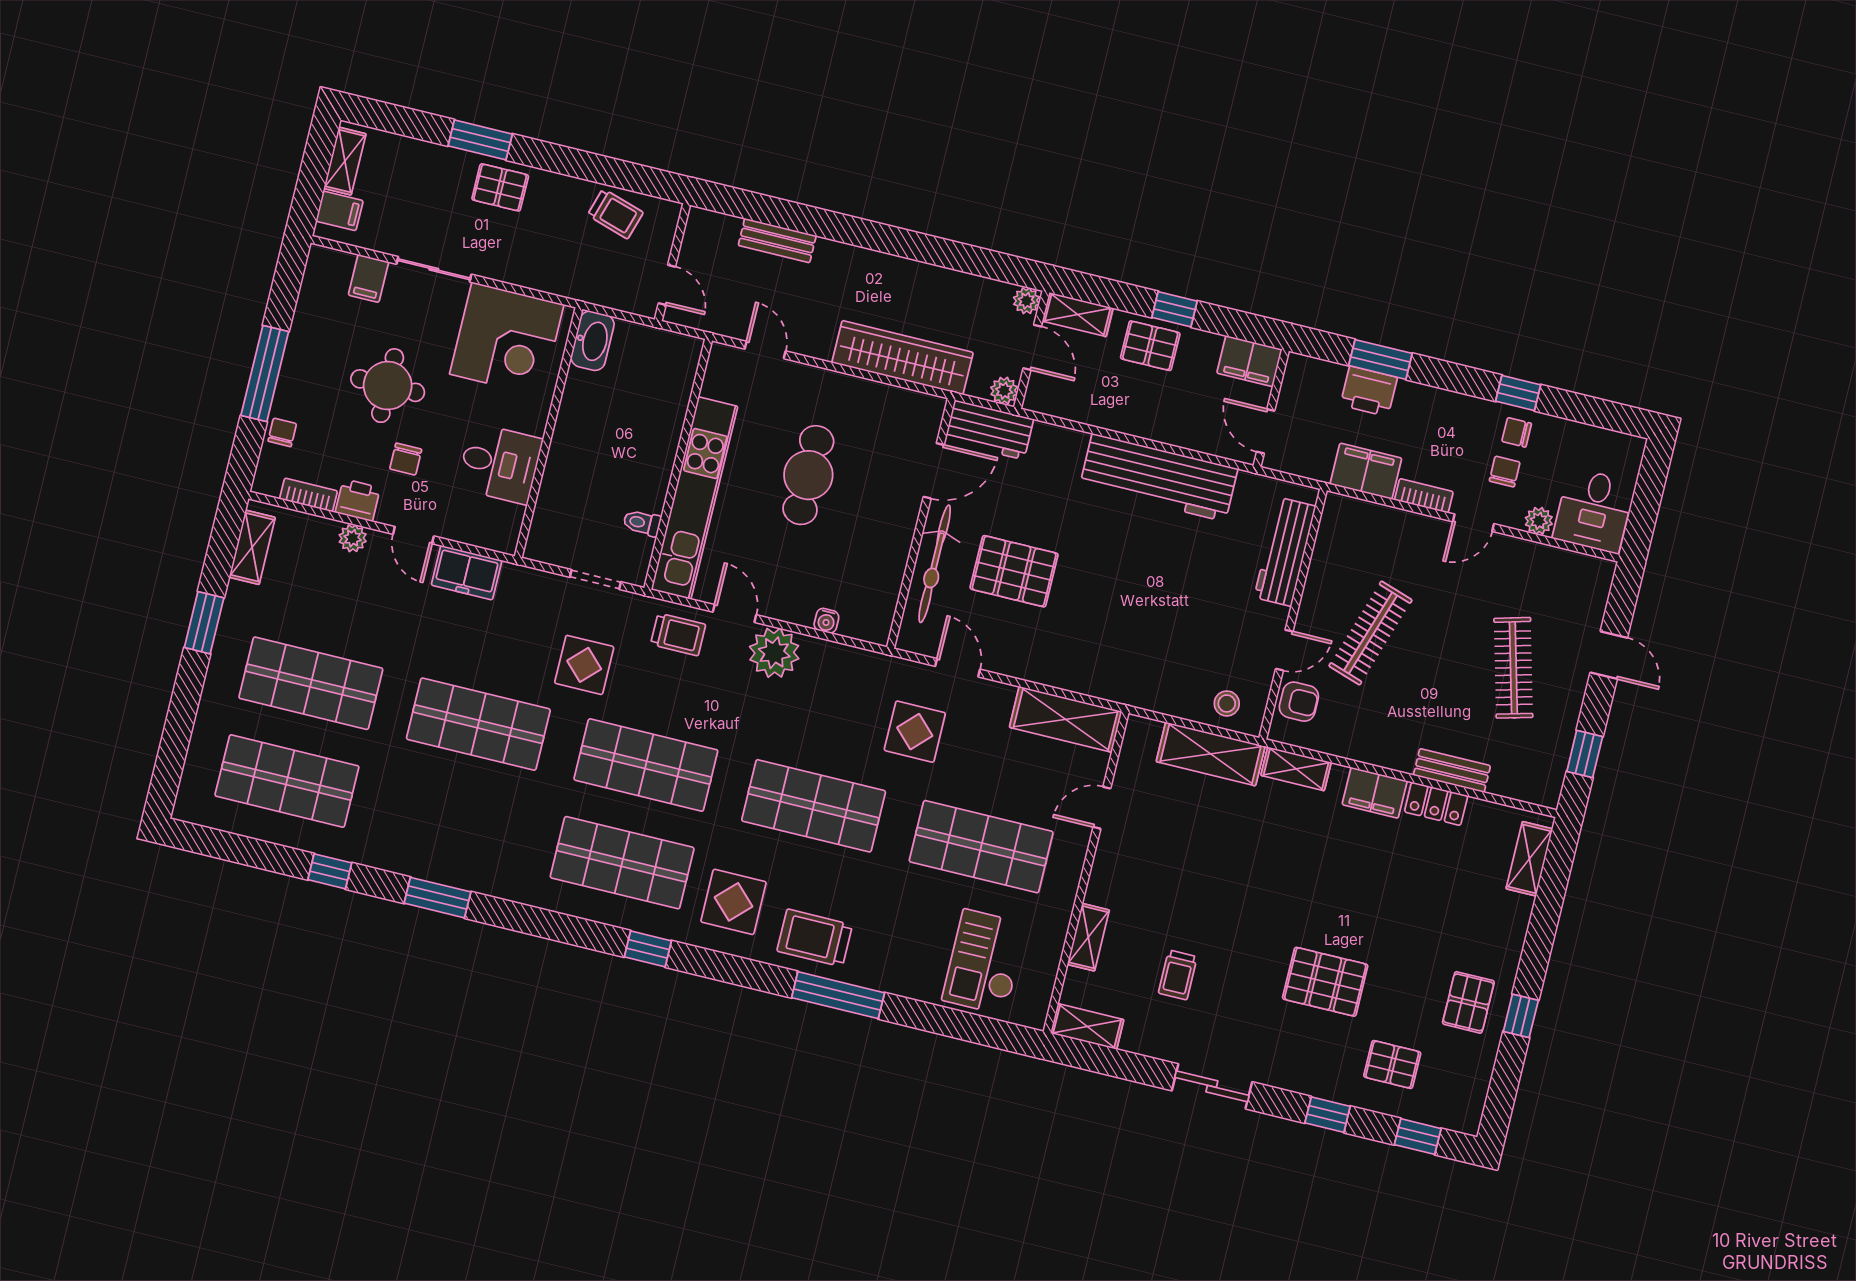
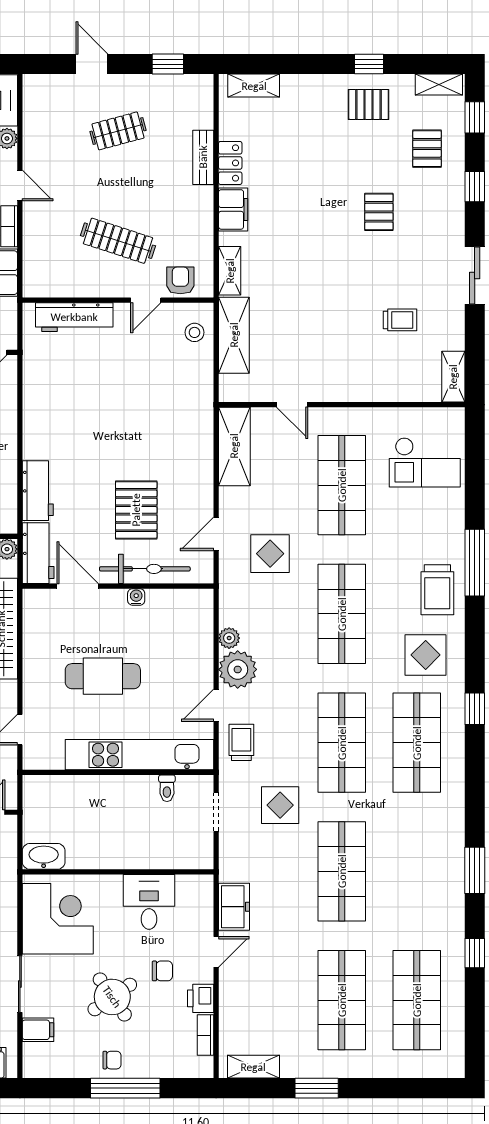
round table: (388, 386) -> (112, 997), turned -35
chair: (282, 432) -> (112, 1060), moved, turned 180
workbench: (1159, 478) -> (38, 491), moved, width x0.53, depth x0.76
plant: (353, 538) -> (229, 638), moved
water cooler: (826, 621) -> (136, 597), moved, turned -90
door: (1284, 650) -> (146, 300), swing flipped
door: (1609, 655) -> (92, 64), hinge flipped
clothes rail: (1513, 668) -> (118, 131), width x0.73
shelving: (1088, 937) -> (439, 84), moved
pallet: (1325, 982) -> (379, 212), width x0.67, depth x0.71

